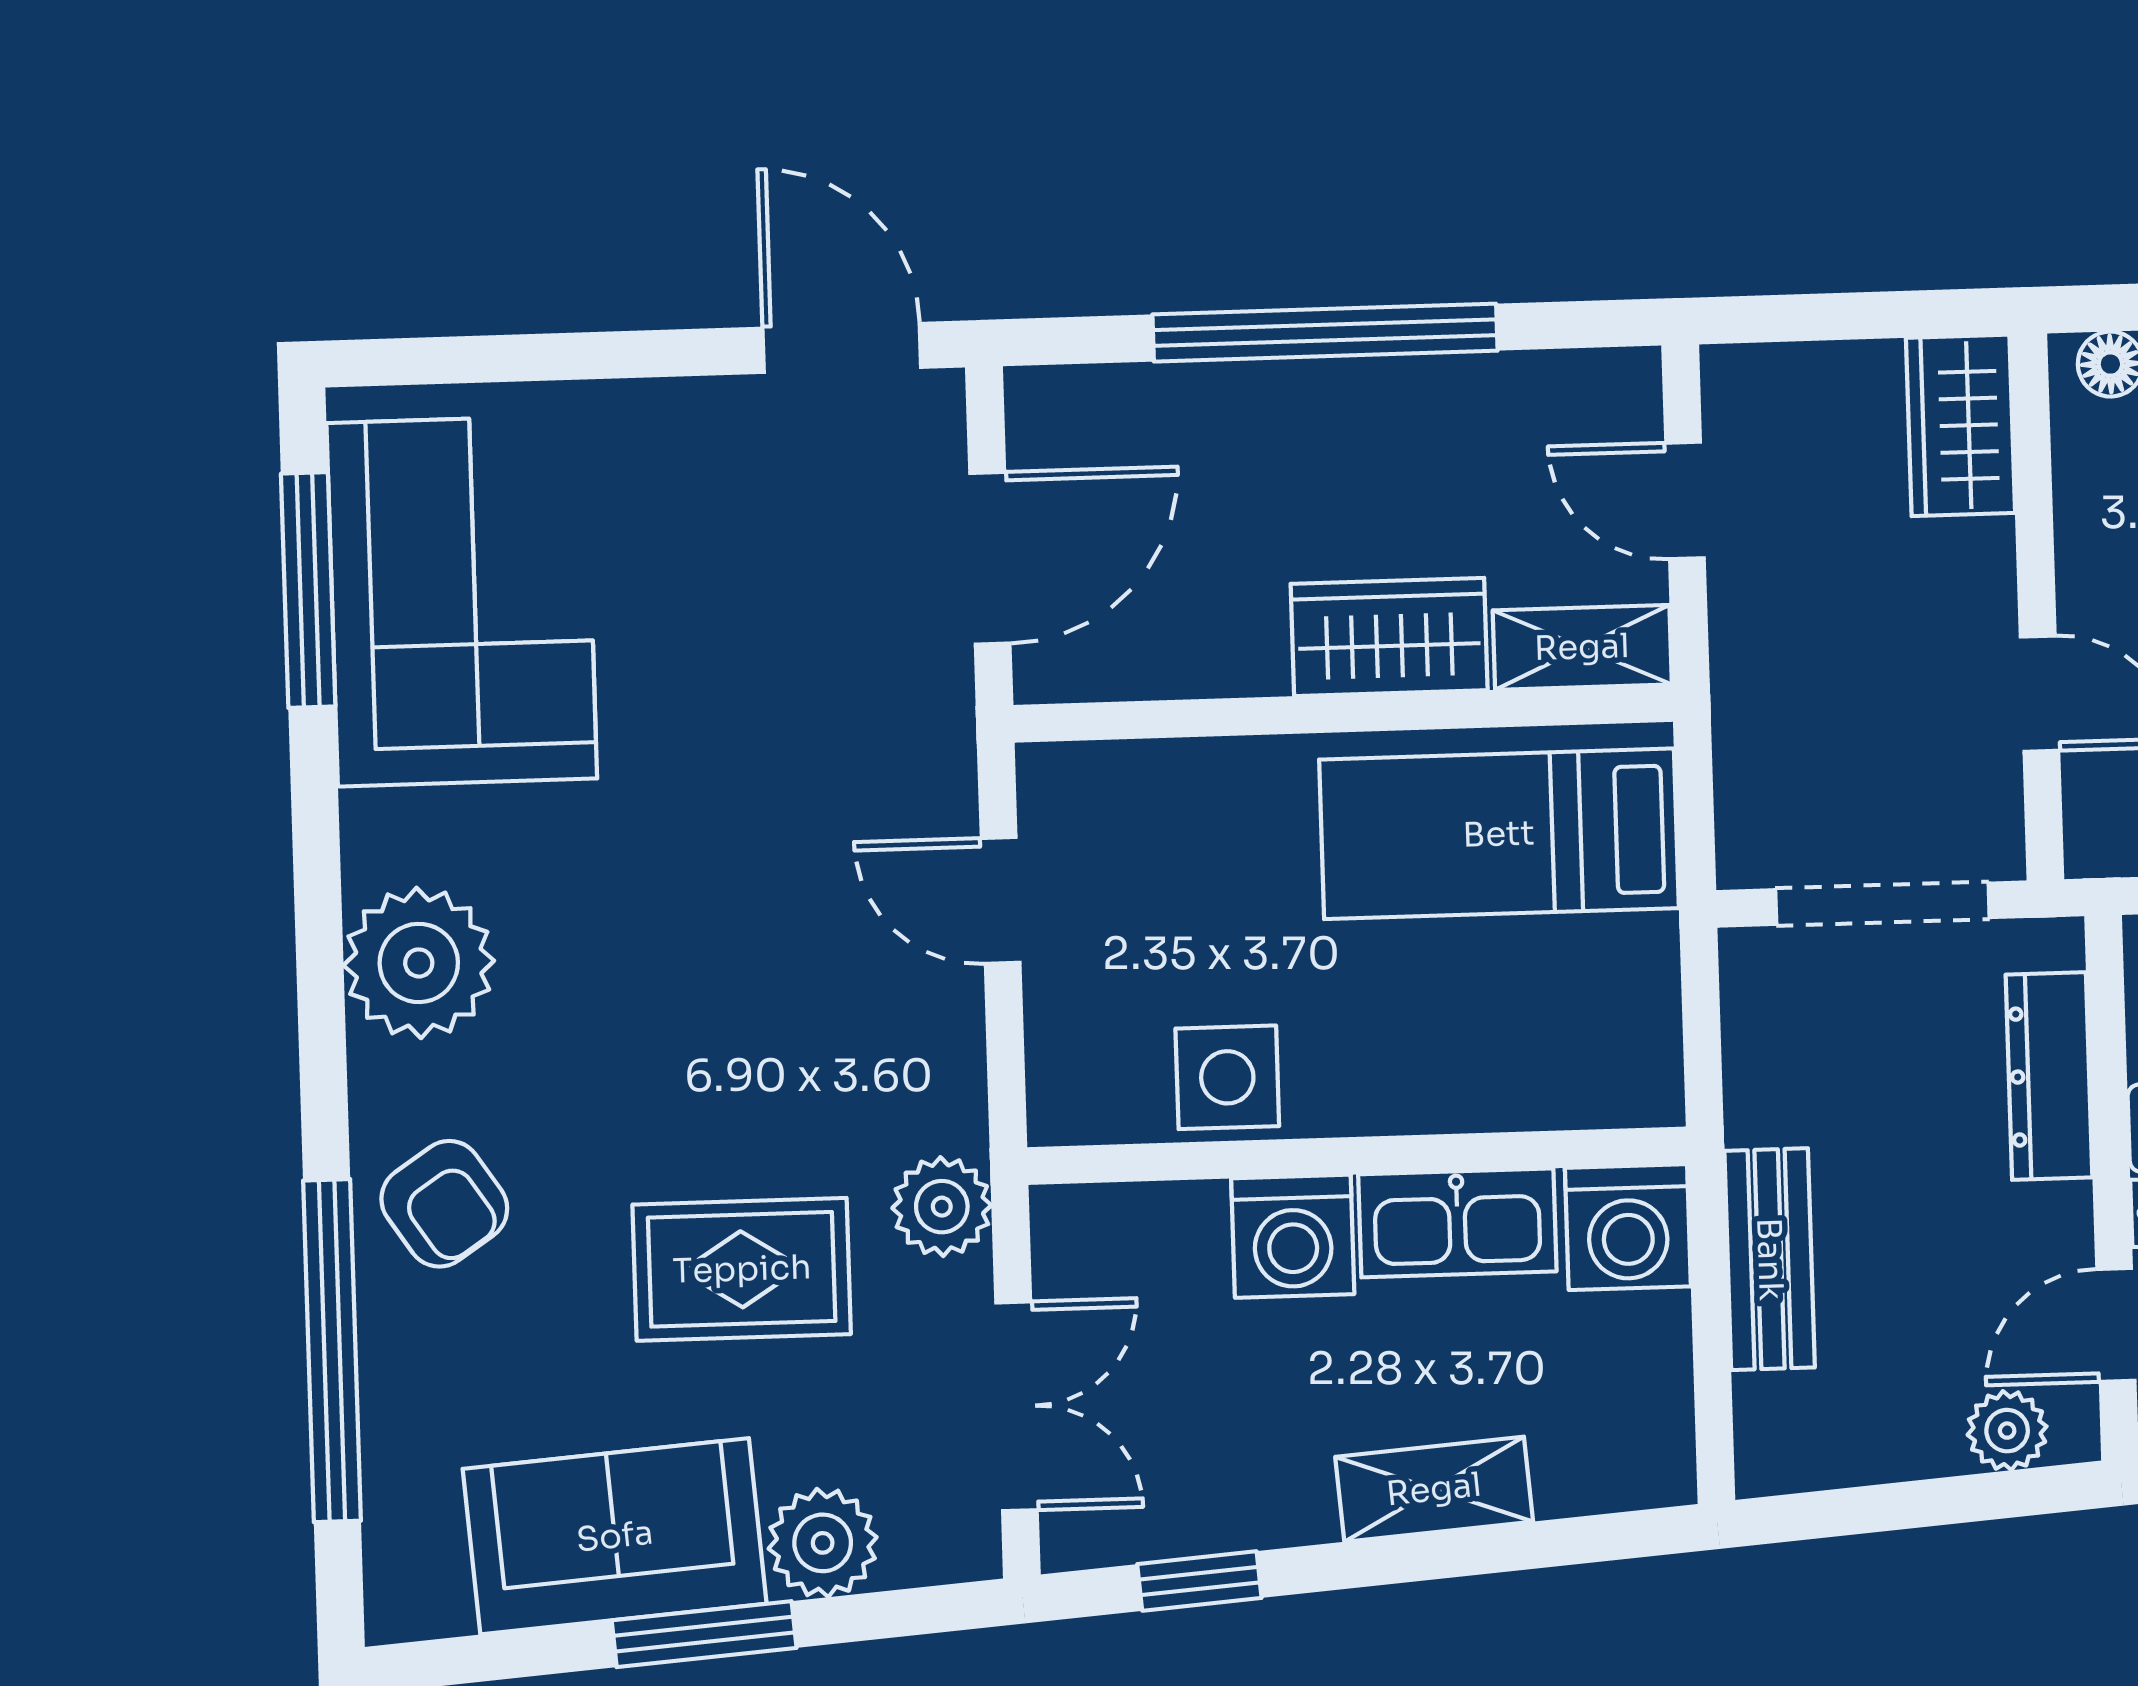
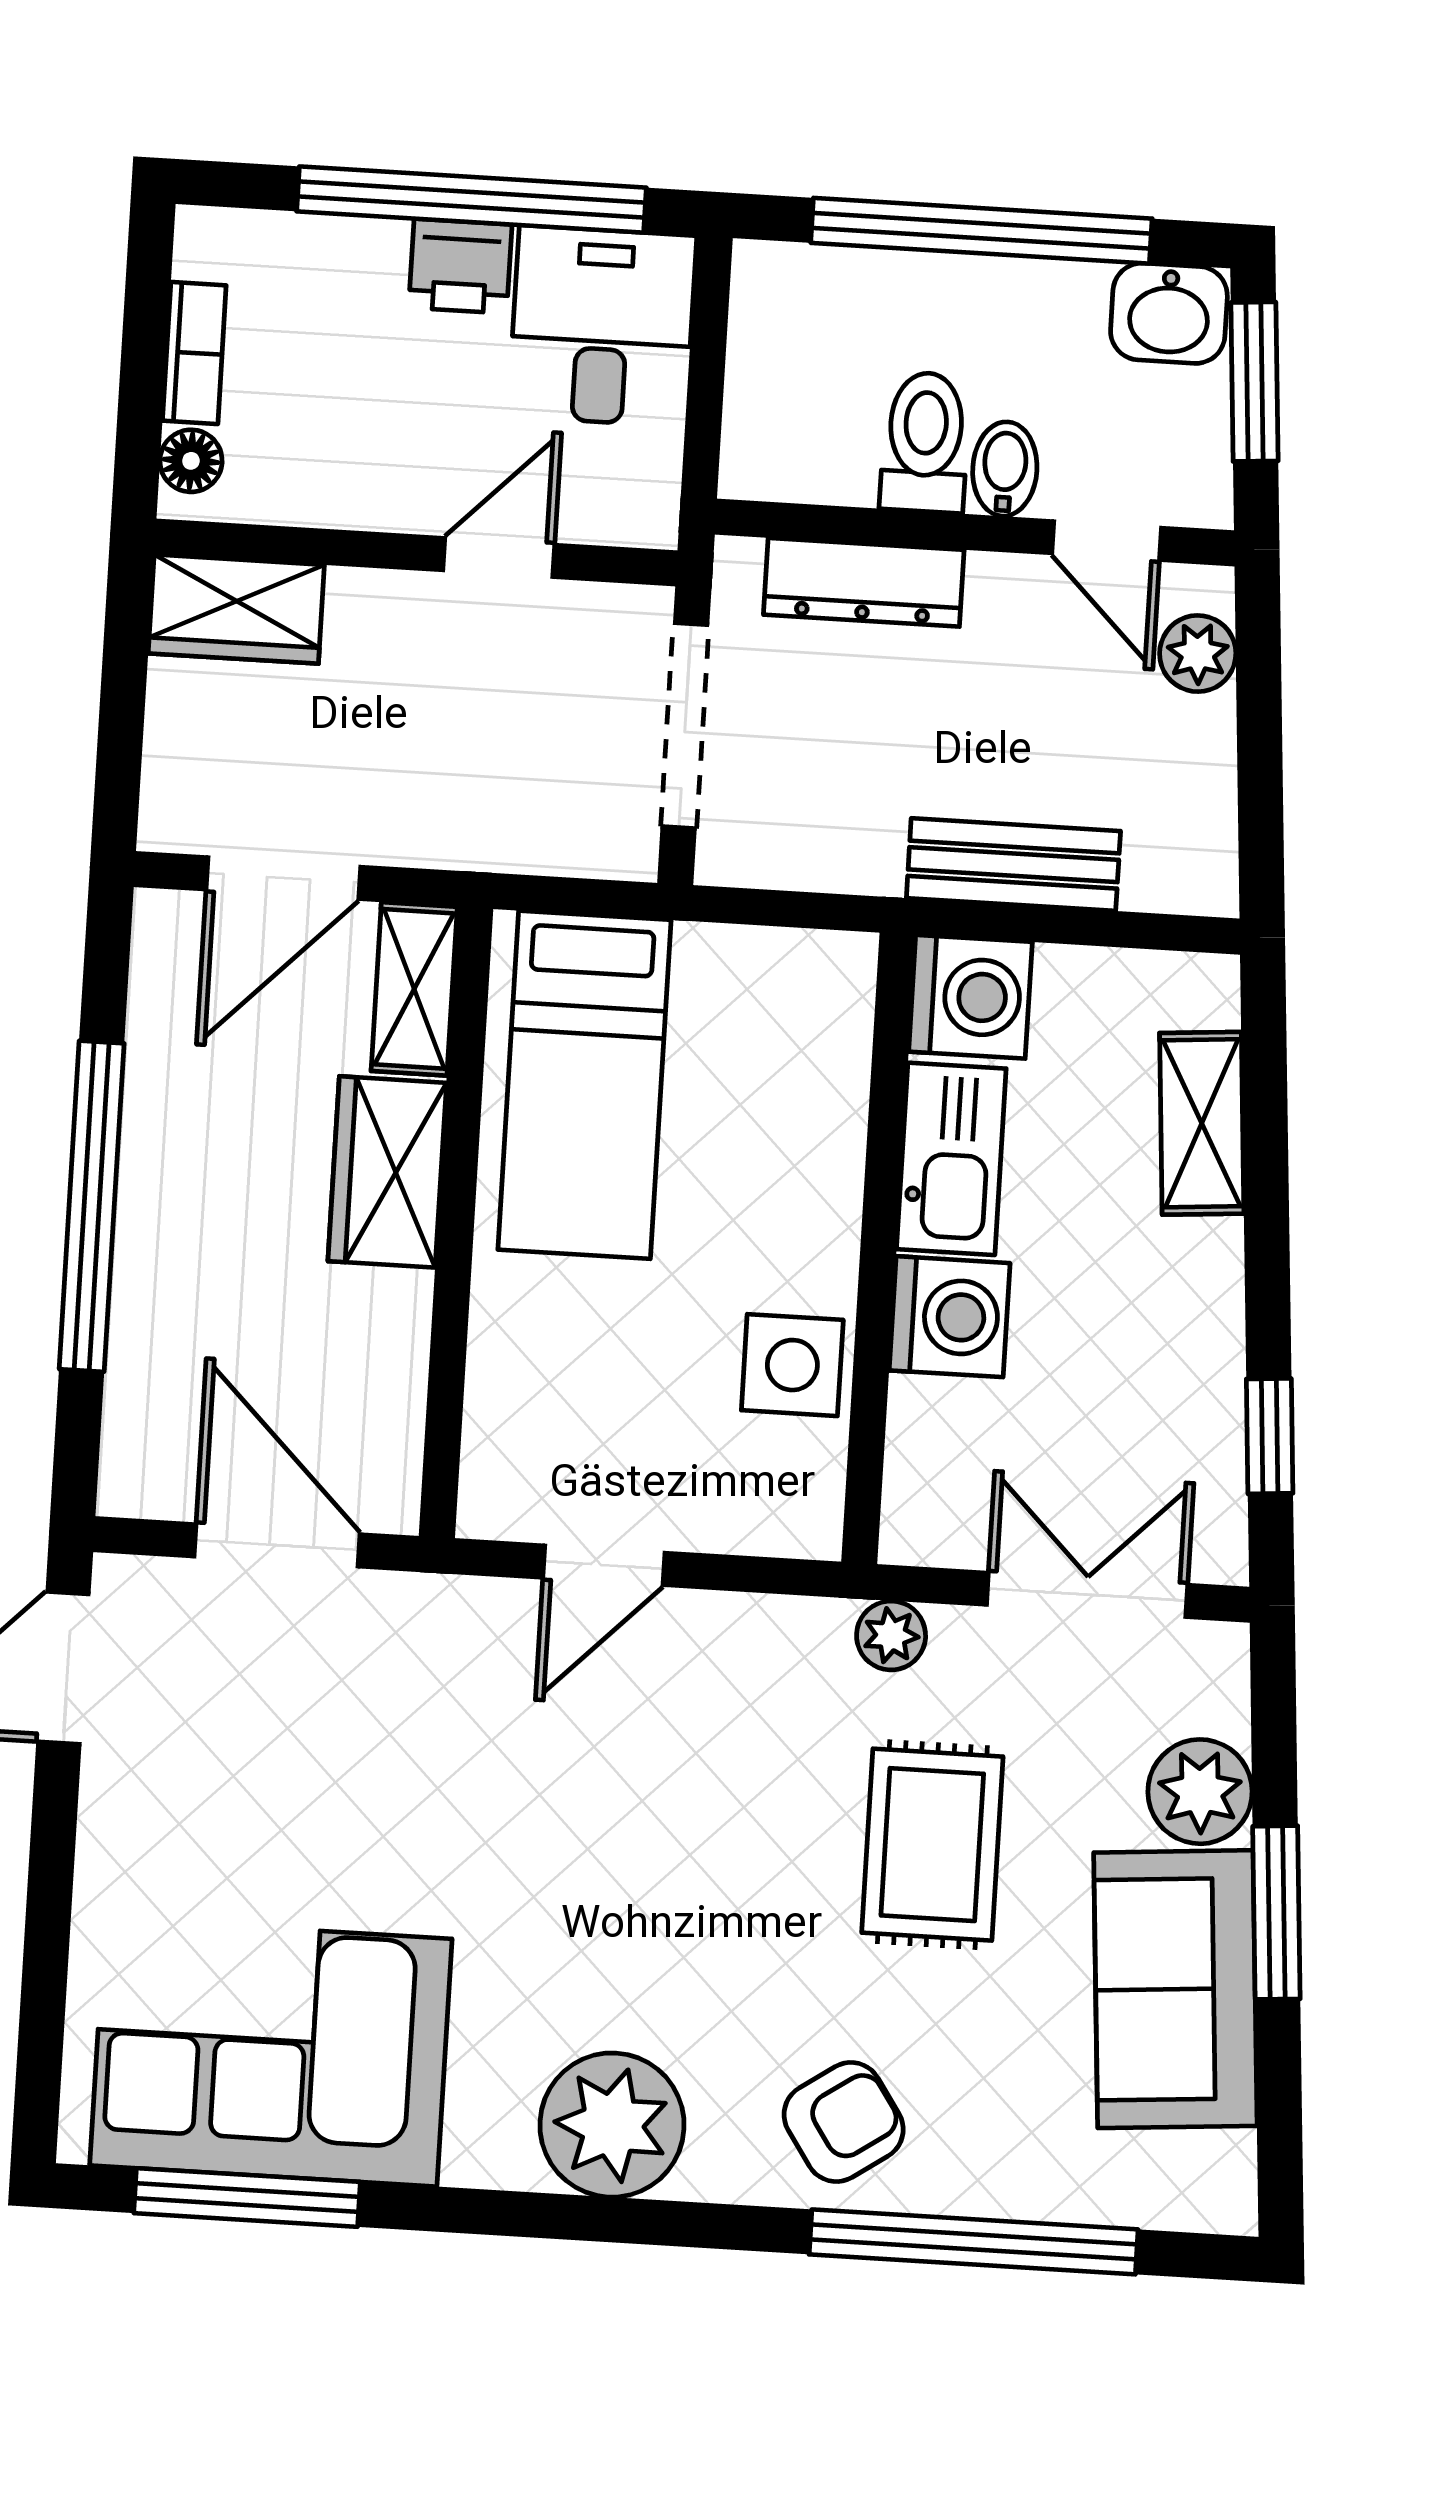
door: (1685, 500) -> (283, 878), width x1.38
plant: (942, 1207) -> (891, 1635), width x0.73, depth x0.73
shelving: (1434, 1489) -> (1202, 1123), moved

